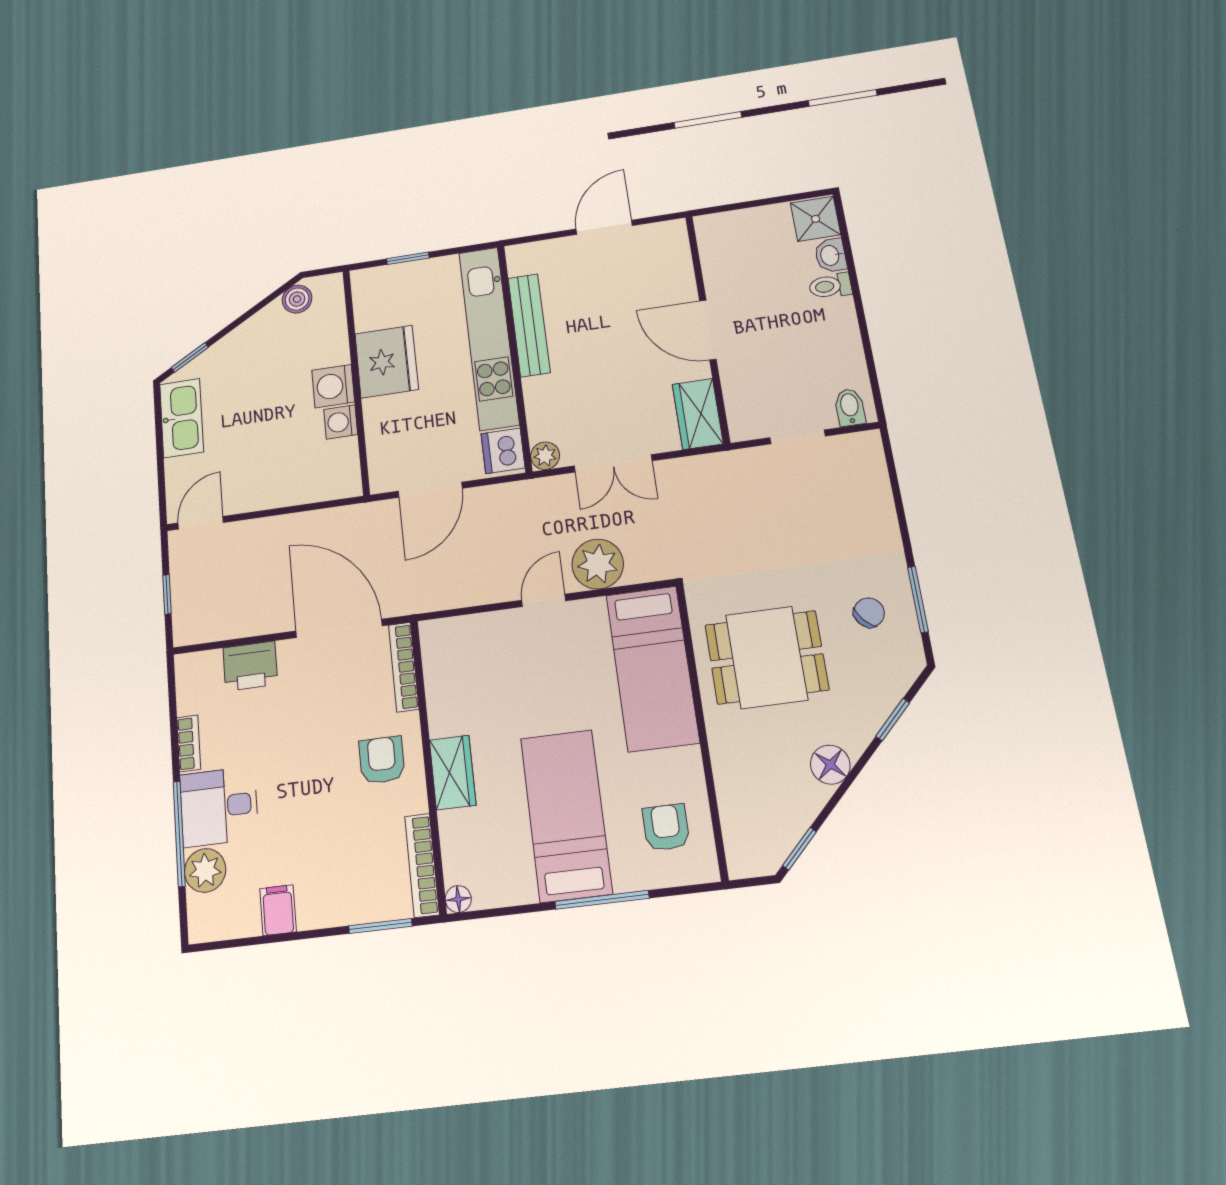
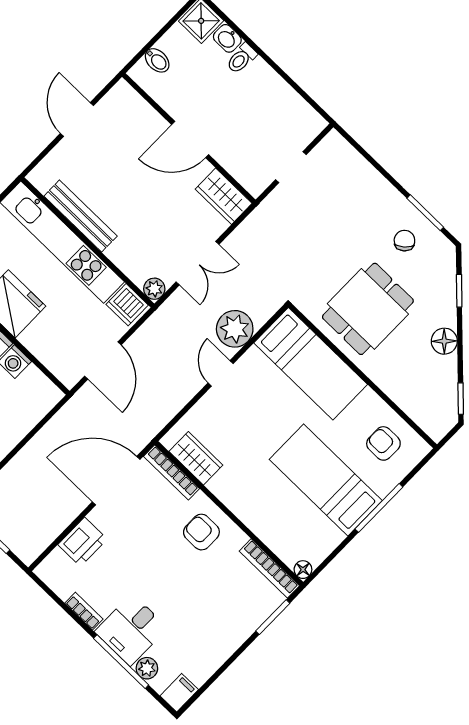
bidet: (850, 407) -> (157, 60), moved, turned 180
wardrobe: (453, 772) -> (196, 458), moved
plant: (205, 870) -> (147, 668), width x0.73, depth x0.73
filing cabinet: (278, 910) -> (179, 693), moved, turned 90

